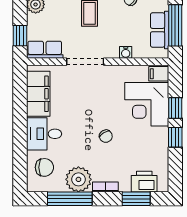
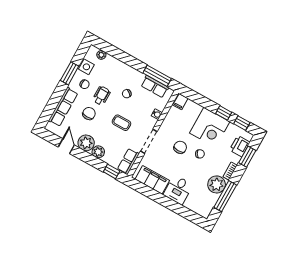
corner desk: (147, 104) -> (210, 127), moved
window: (175, 108) -> (242, 123), moved
chair: (44, 167) -> (180, 147), moved

